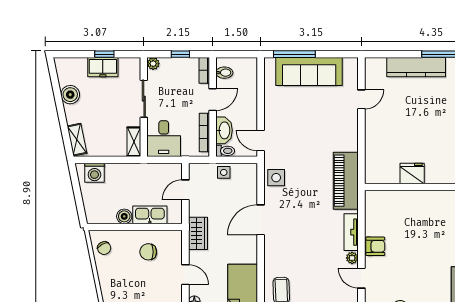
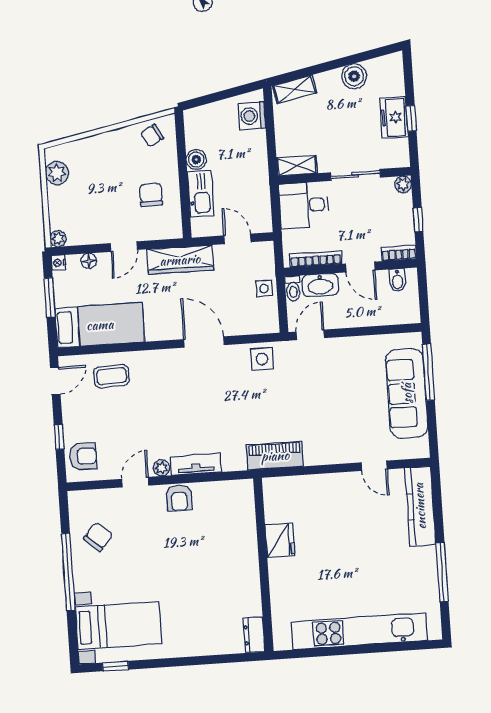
kitchen counter: (416, 67) -> (420, 506), moved
piano: (346, 181) -> (275, 456), width x0.73, depth x0.75
wardrobe: (198, 233) -> (180, 260), width x1.50

